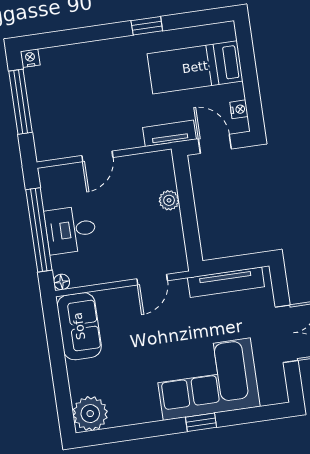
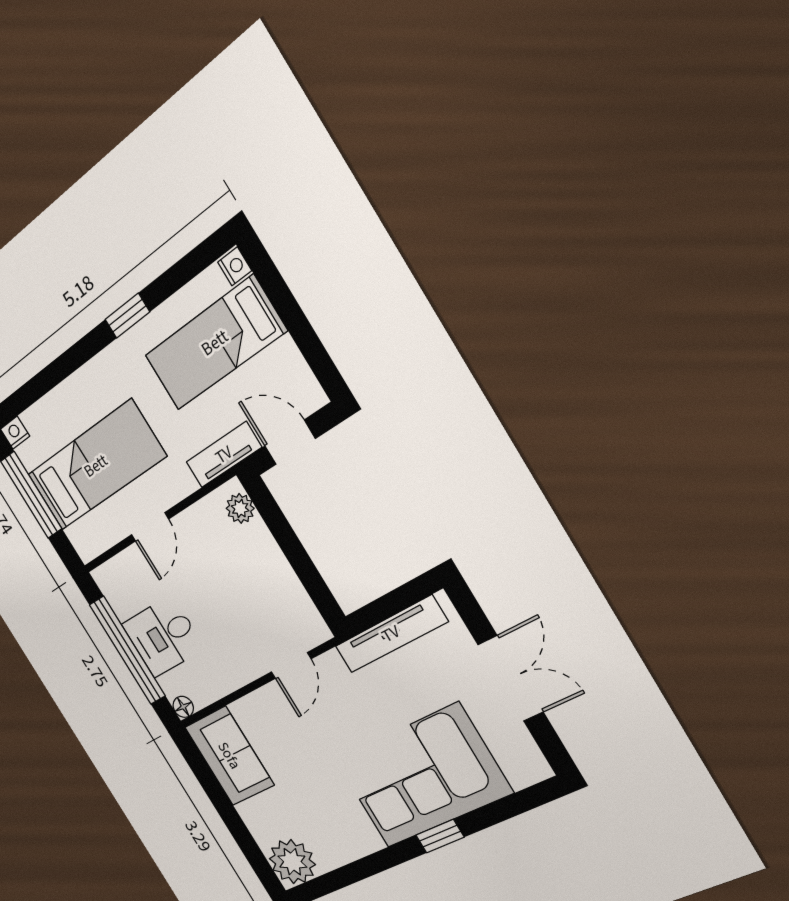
bed: (79, 103) -> (96, 466), added
nightstand: (239, 109) -> (235, 266), moved
plant: (169, 200) -> (240, 508), moved

